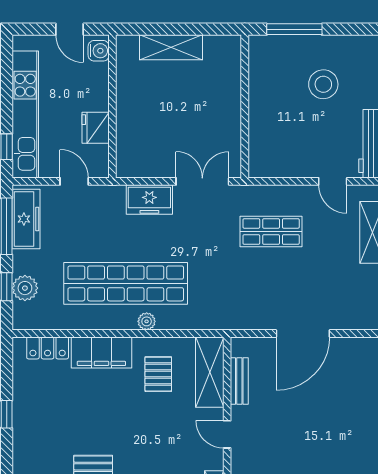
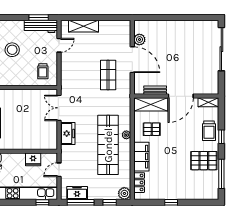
trolley: (279, 148) -> (43, 71), added
freezer: (26, 219) -> (77, 193), width x0.71
shop shelf: (271, 231) -> (108, 75), moved
plant: (25, 288) -> (124, 193), moved
plant: (345, 349) -> (139, 40), added
door: (227, 434) -> (181, 96), width x1.87

